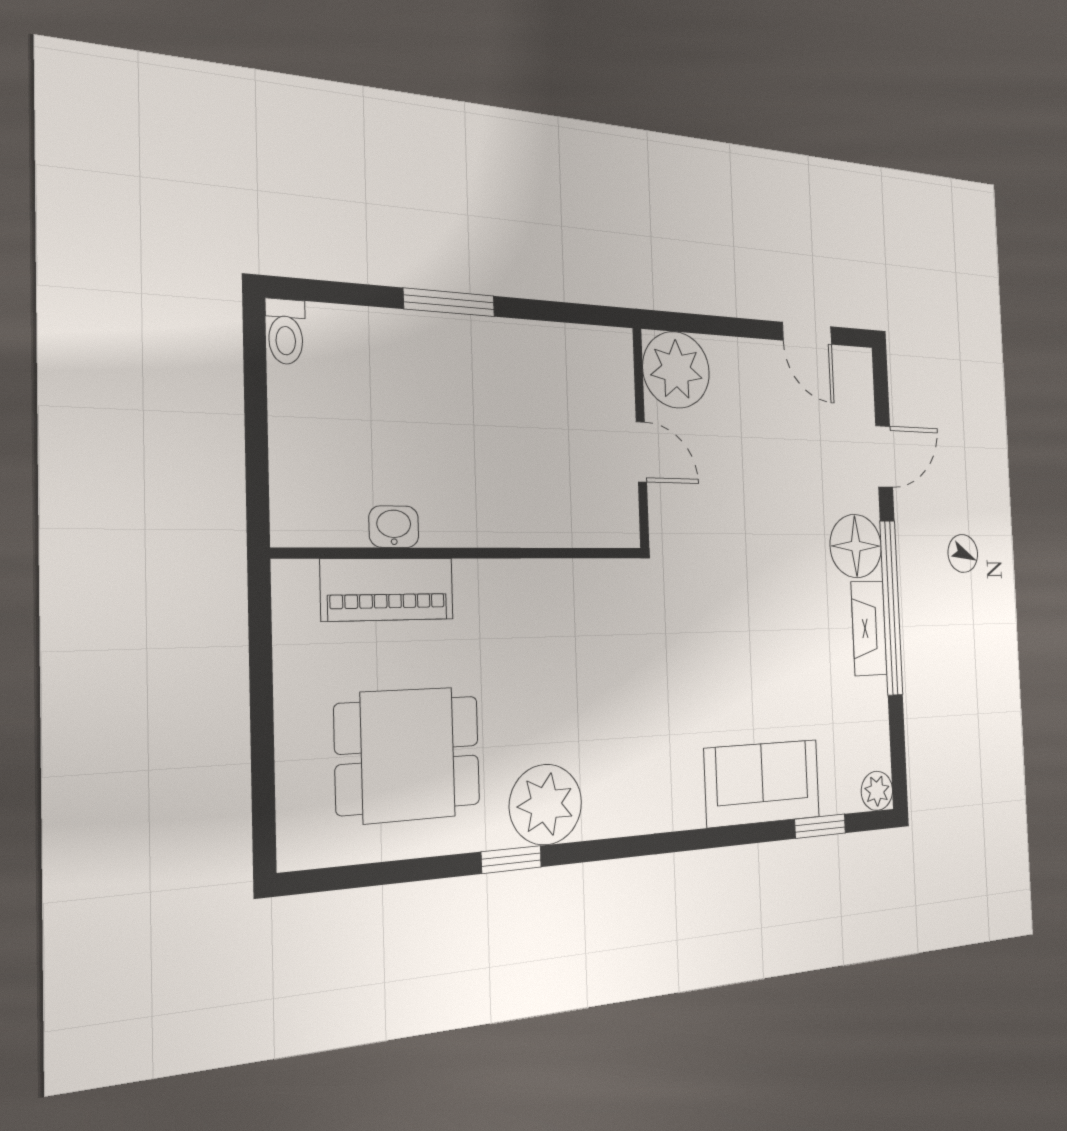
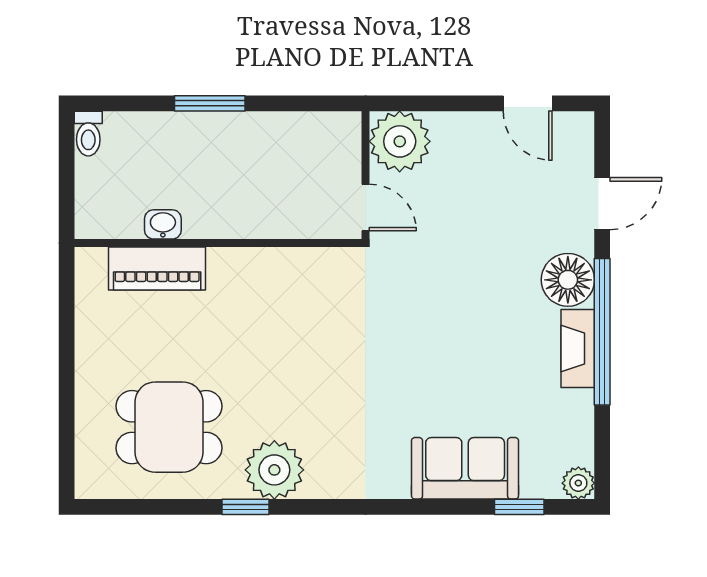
washbasin: (394, 527) -> (163, 224), moved
wall: (467, 553) -> (218, 243), moved
piano: (388, 589) -> (157, 269), moved

